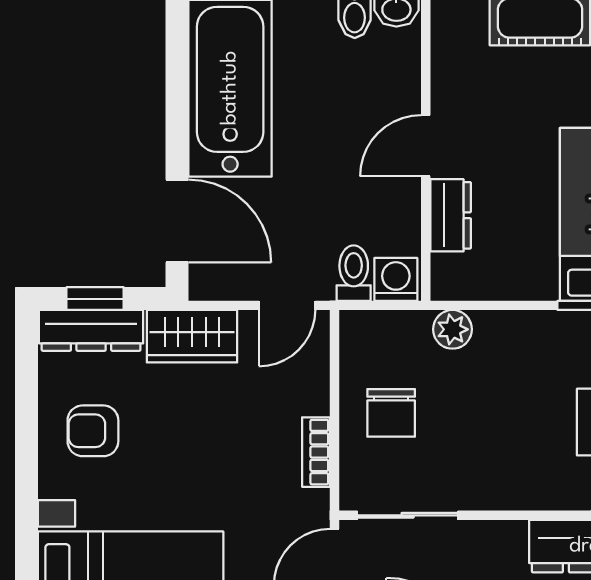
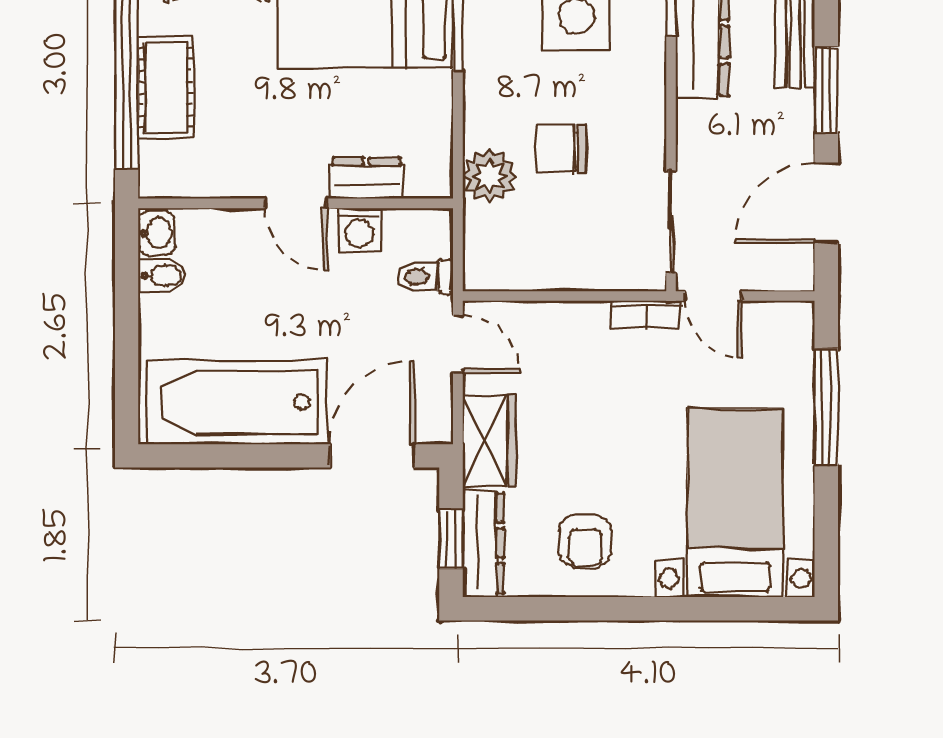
washing machine: (396, 279) -> (359, 230), moved, turned -90
plant: (452, 329) -> (490, 176), width x1.38, depth x1.38
chair: (391, 413) -> (562, 149), moved, turned 180
bookcase: (316, 452) -> (646, 315), moved

